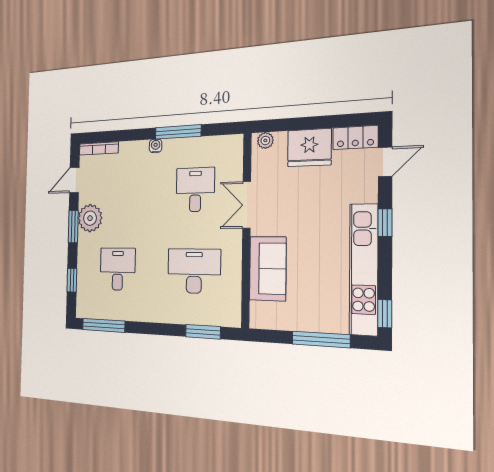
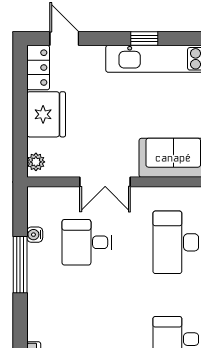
water cooler: (156, 146) -> (35, 235), moved
window: (385, 223) -> (144, 38), moved

